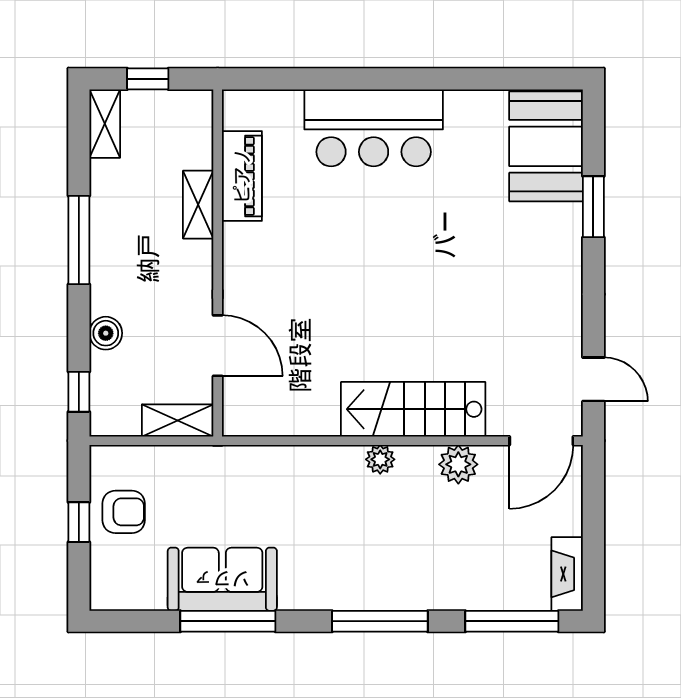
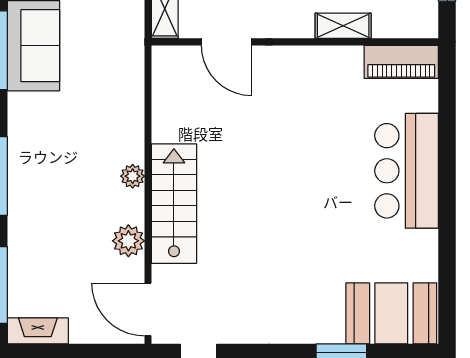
piano: (242, 176) -> (401, 62), moved
door: (218, 346) -> (227, 42), hinge flipped

